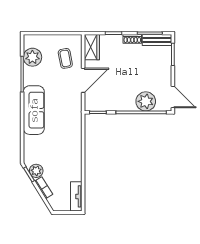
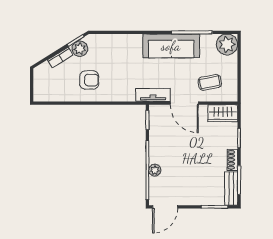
plant: (32, 57) -> (227, 44), moved
plant: (146, 101) -> (155, 170), width x0.53, depth x0.53
sofa: (34, 110) -> (171, 46), moved
armchair: (63, 163) -> (89, 80), added
tv unit: (76, 196) -> (153, 95), moved

